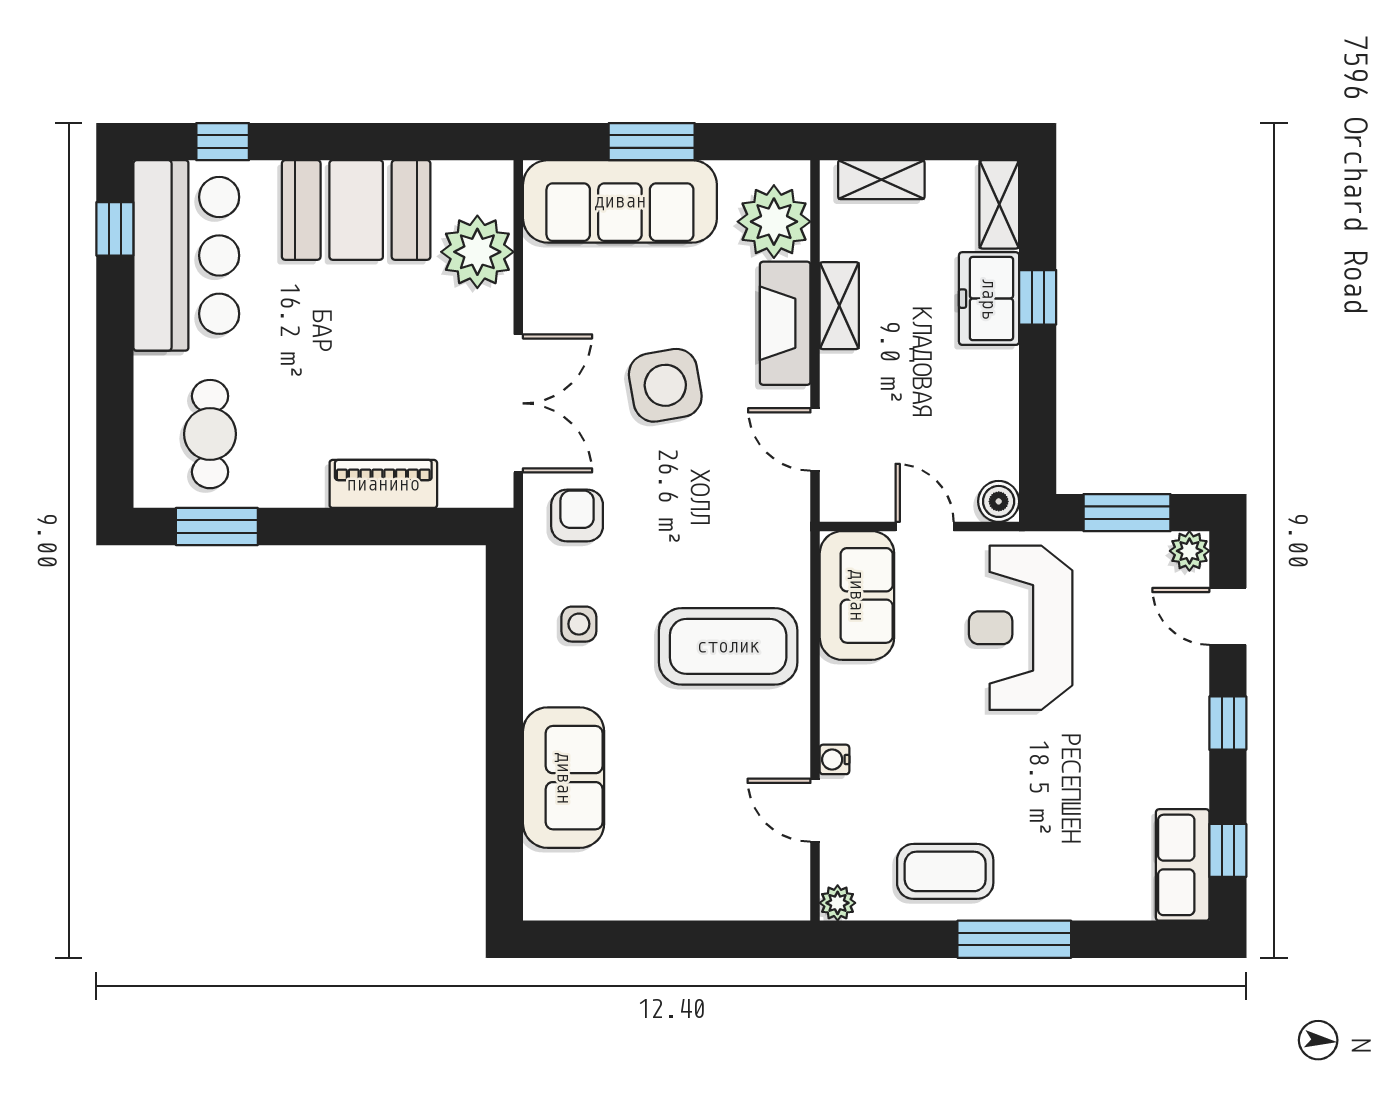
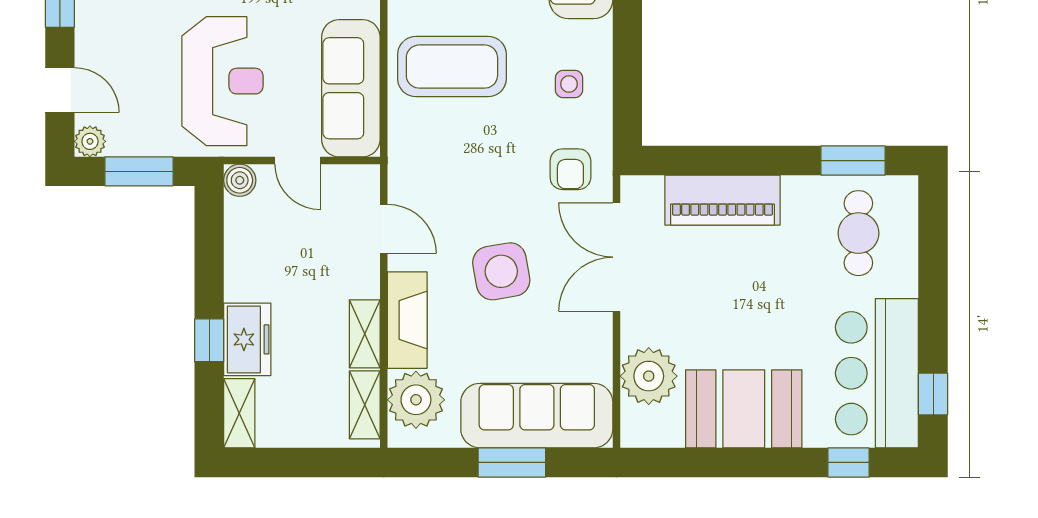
shelving: (881, 180) -> (365, 405), moved, turned 90
piano: (383, 484) -> (722, 200), width x1.37, depth x1.33
sofa: (857, 595) -> (351, 88), width x1.36

